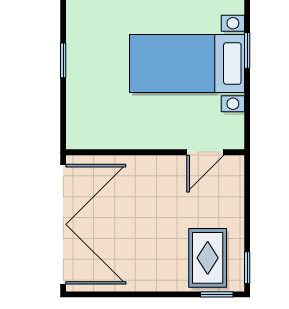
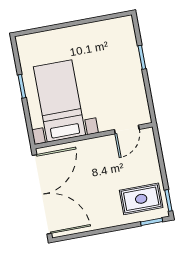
bed with nightstands: (187, 63) -> (60, 101), moved, turned 90
rug: (208, 258) -> (141, 199), turned 90

